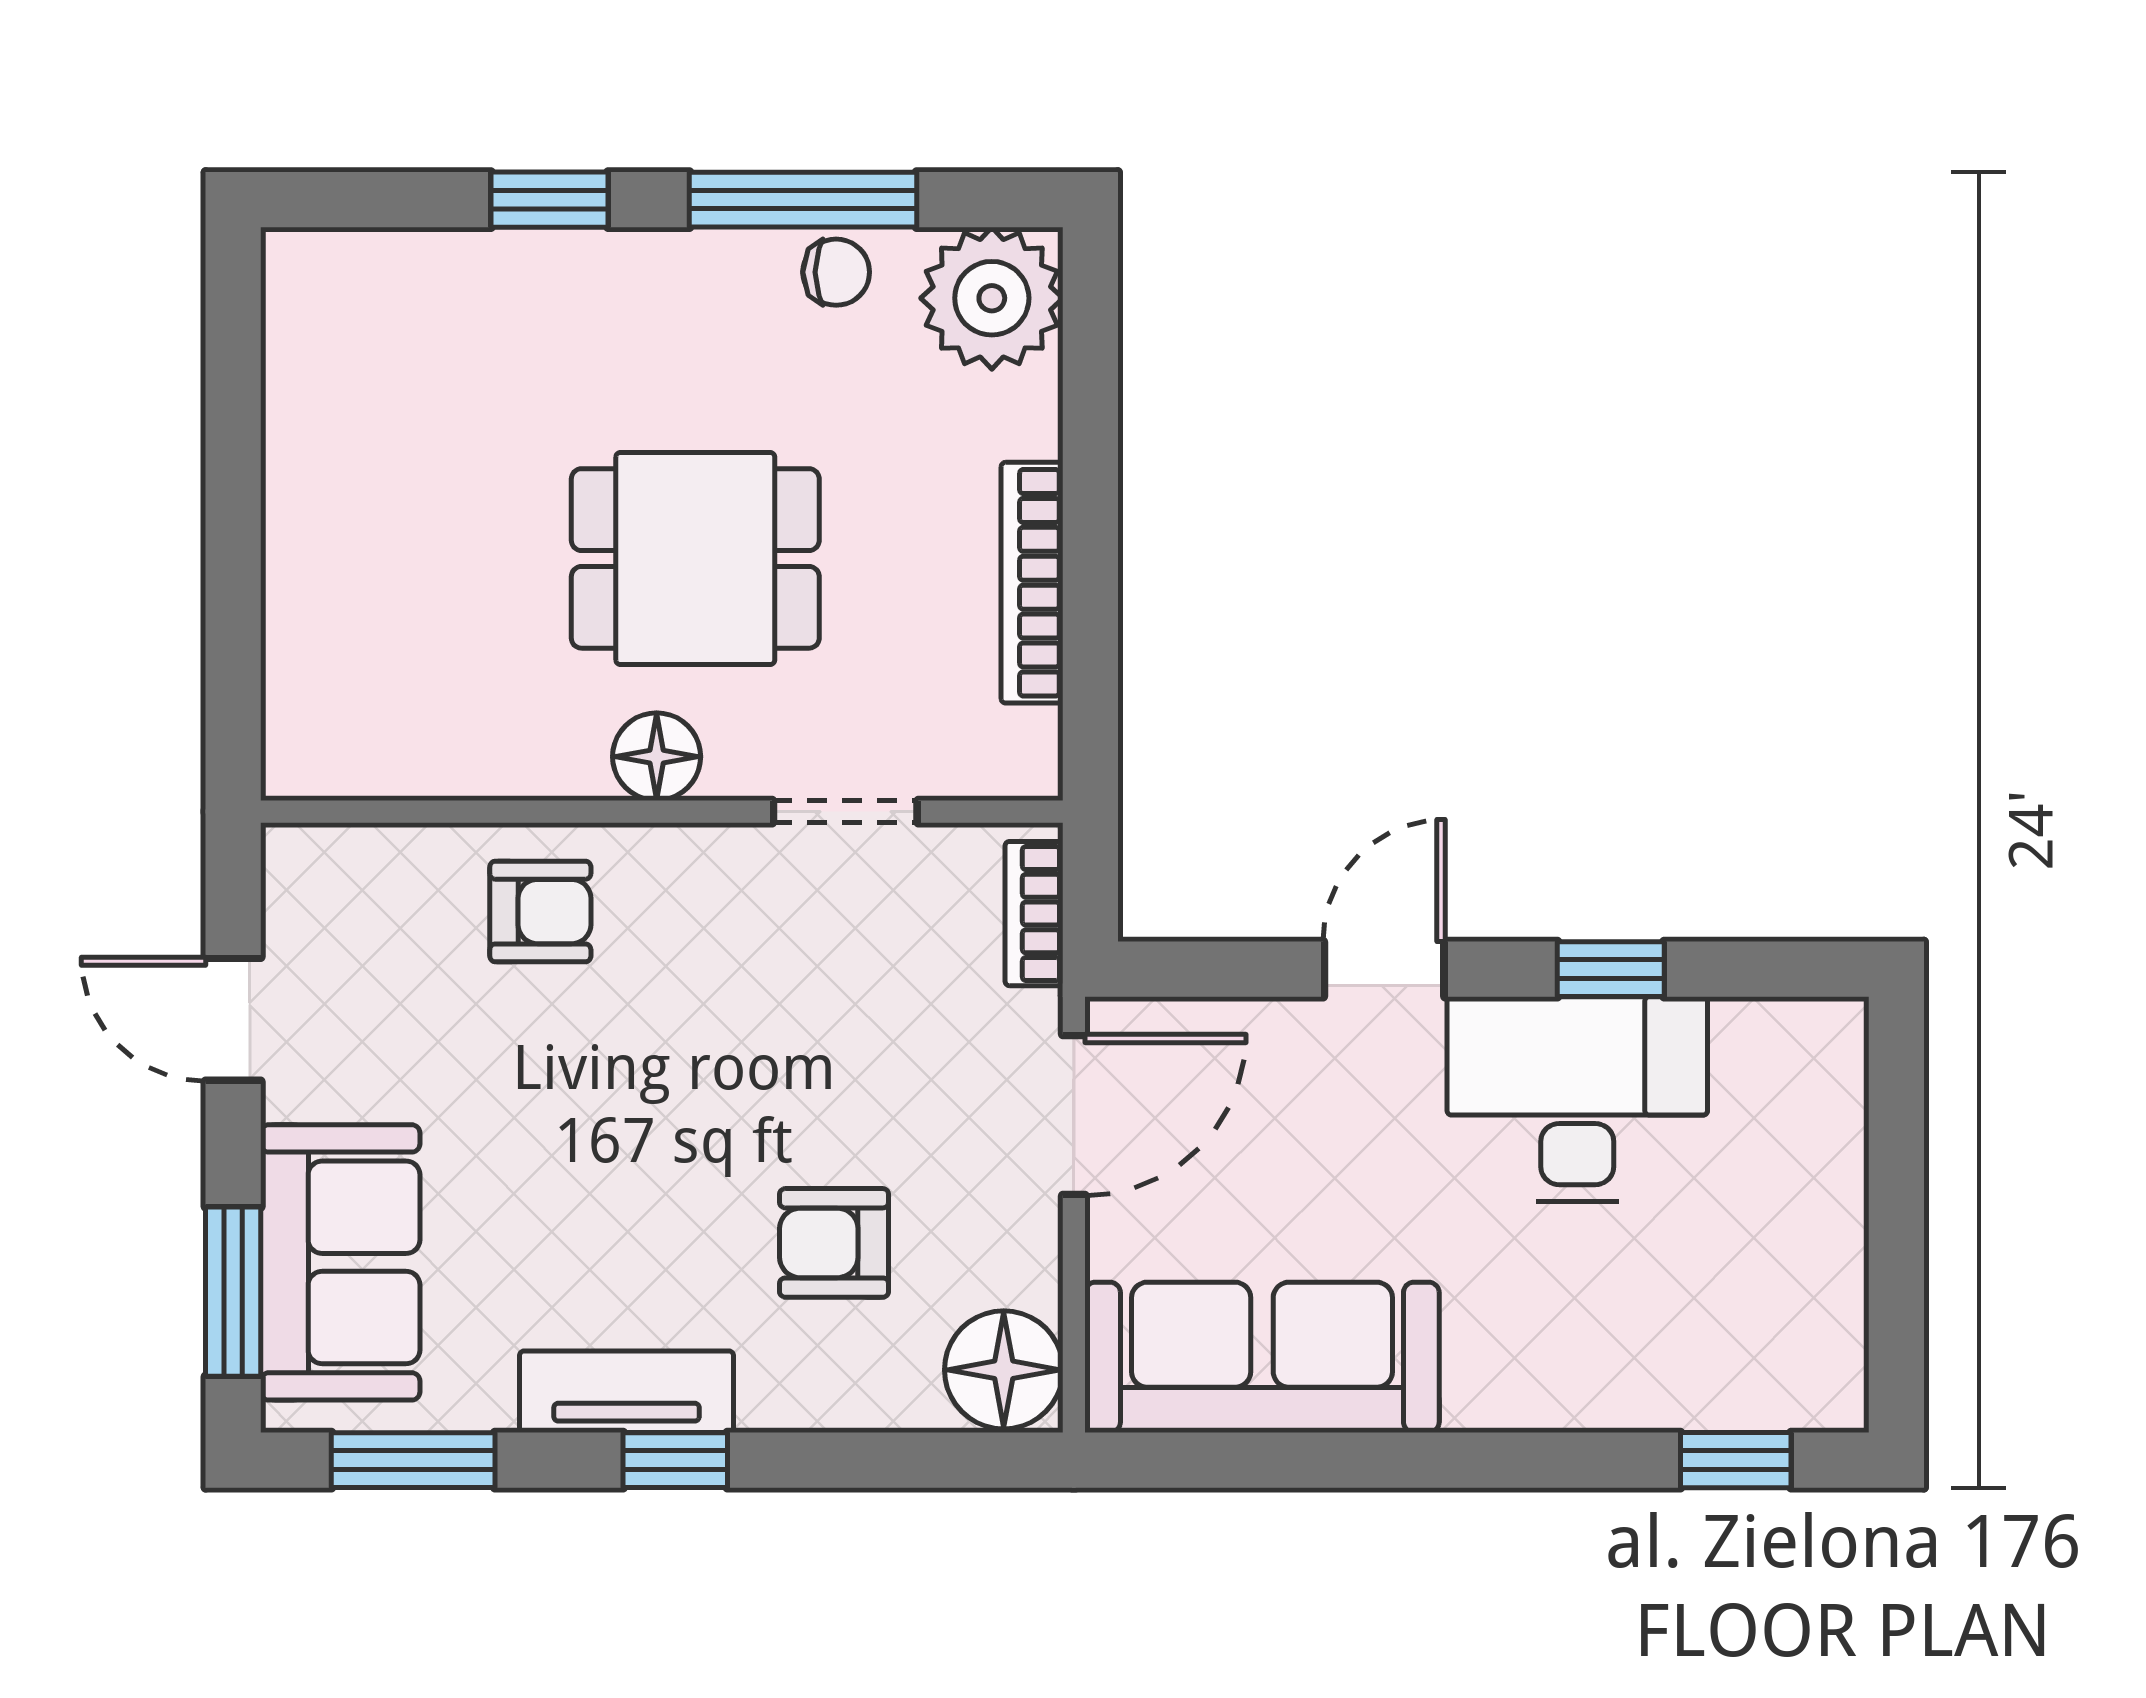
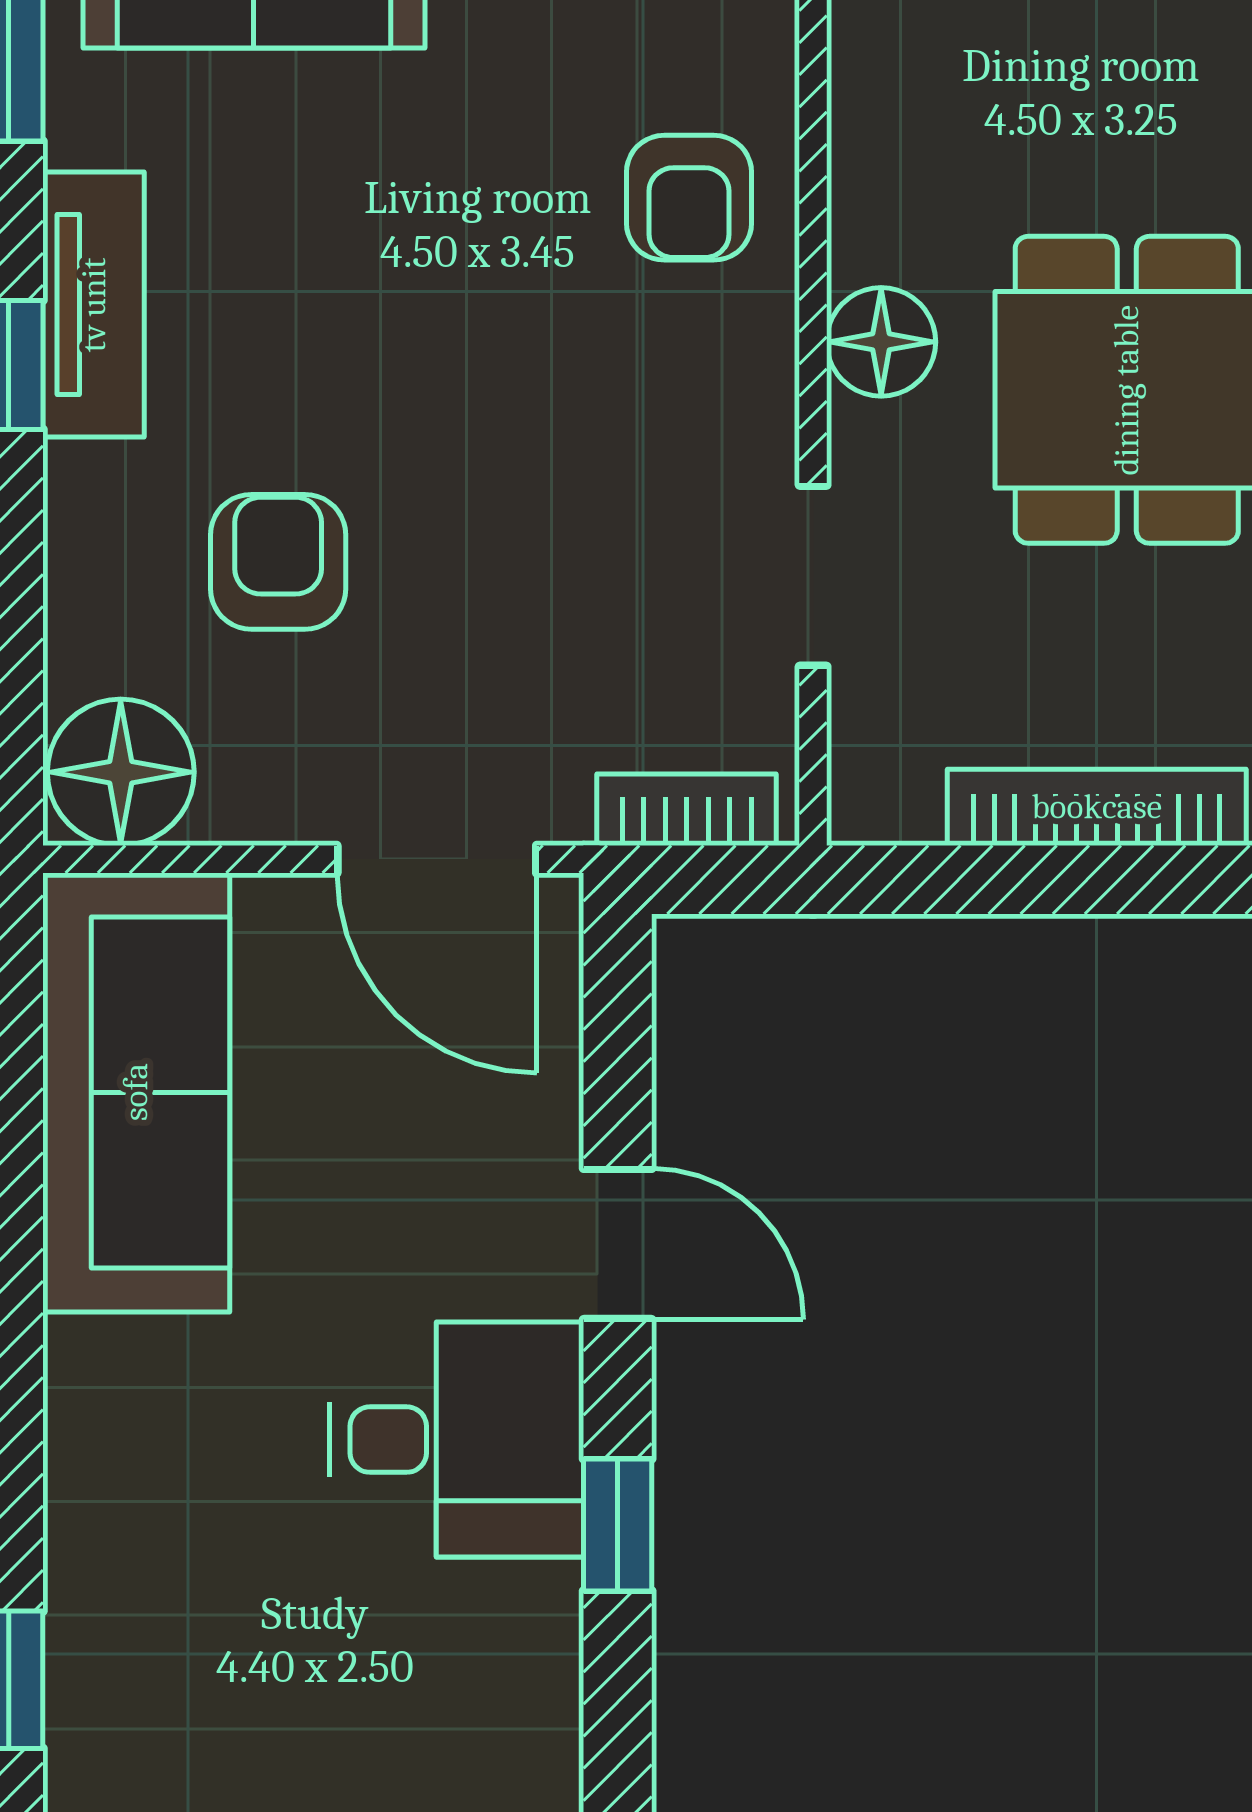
desk: (1577, 1099) -> (457, 1440), width x0.73

